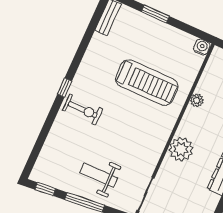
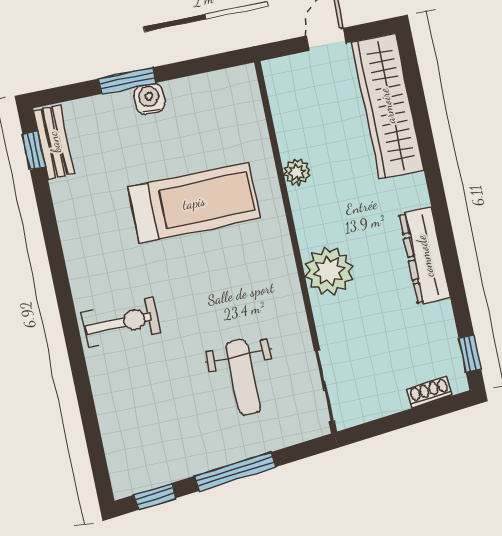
water cooler: (202, 47) -> (149, 99), moved
window: (65, 88) -> (34, 151), moved
weight bench: (99, 175) -> (243, 377), moved, turned -90

